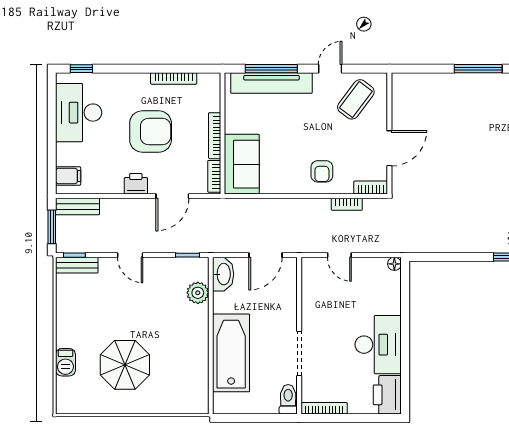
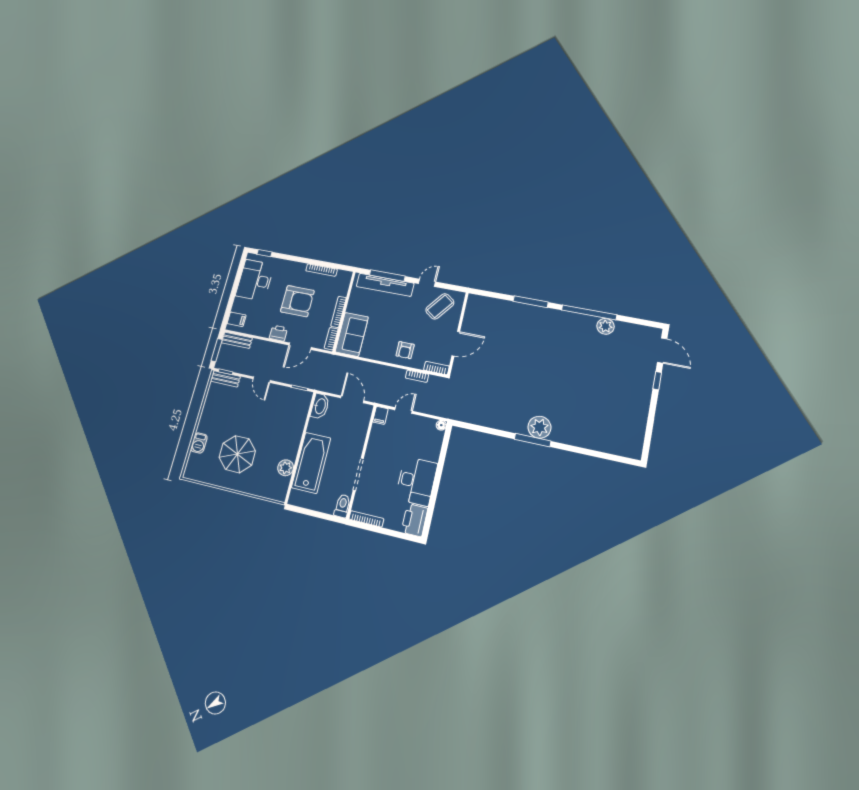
door: (266, 255) -> (352, 399), swing flipped
door: (339, 255) -> (403, 410), swing flipped
filing cabinet: (310, 268) -> (380, 415), added
plant: (198, 293) -> (286, 468), moved

